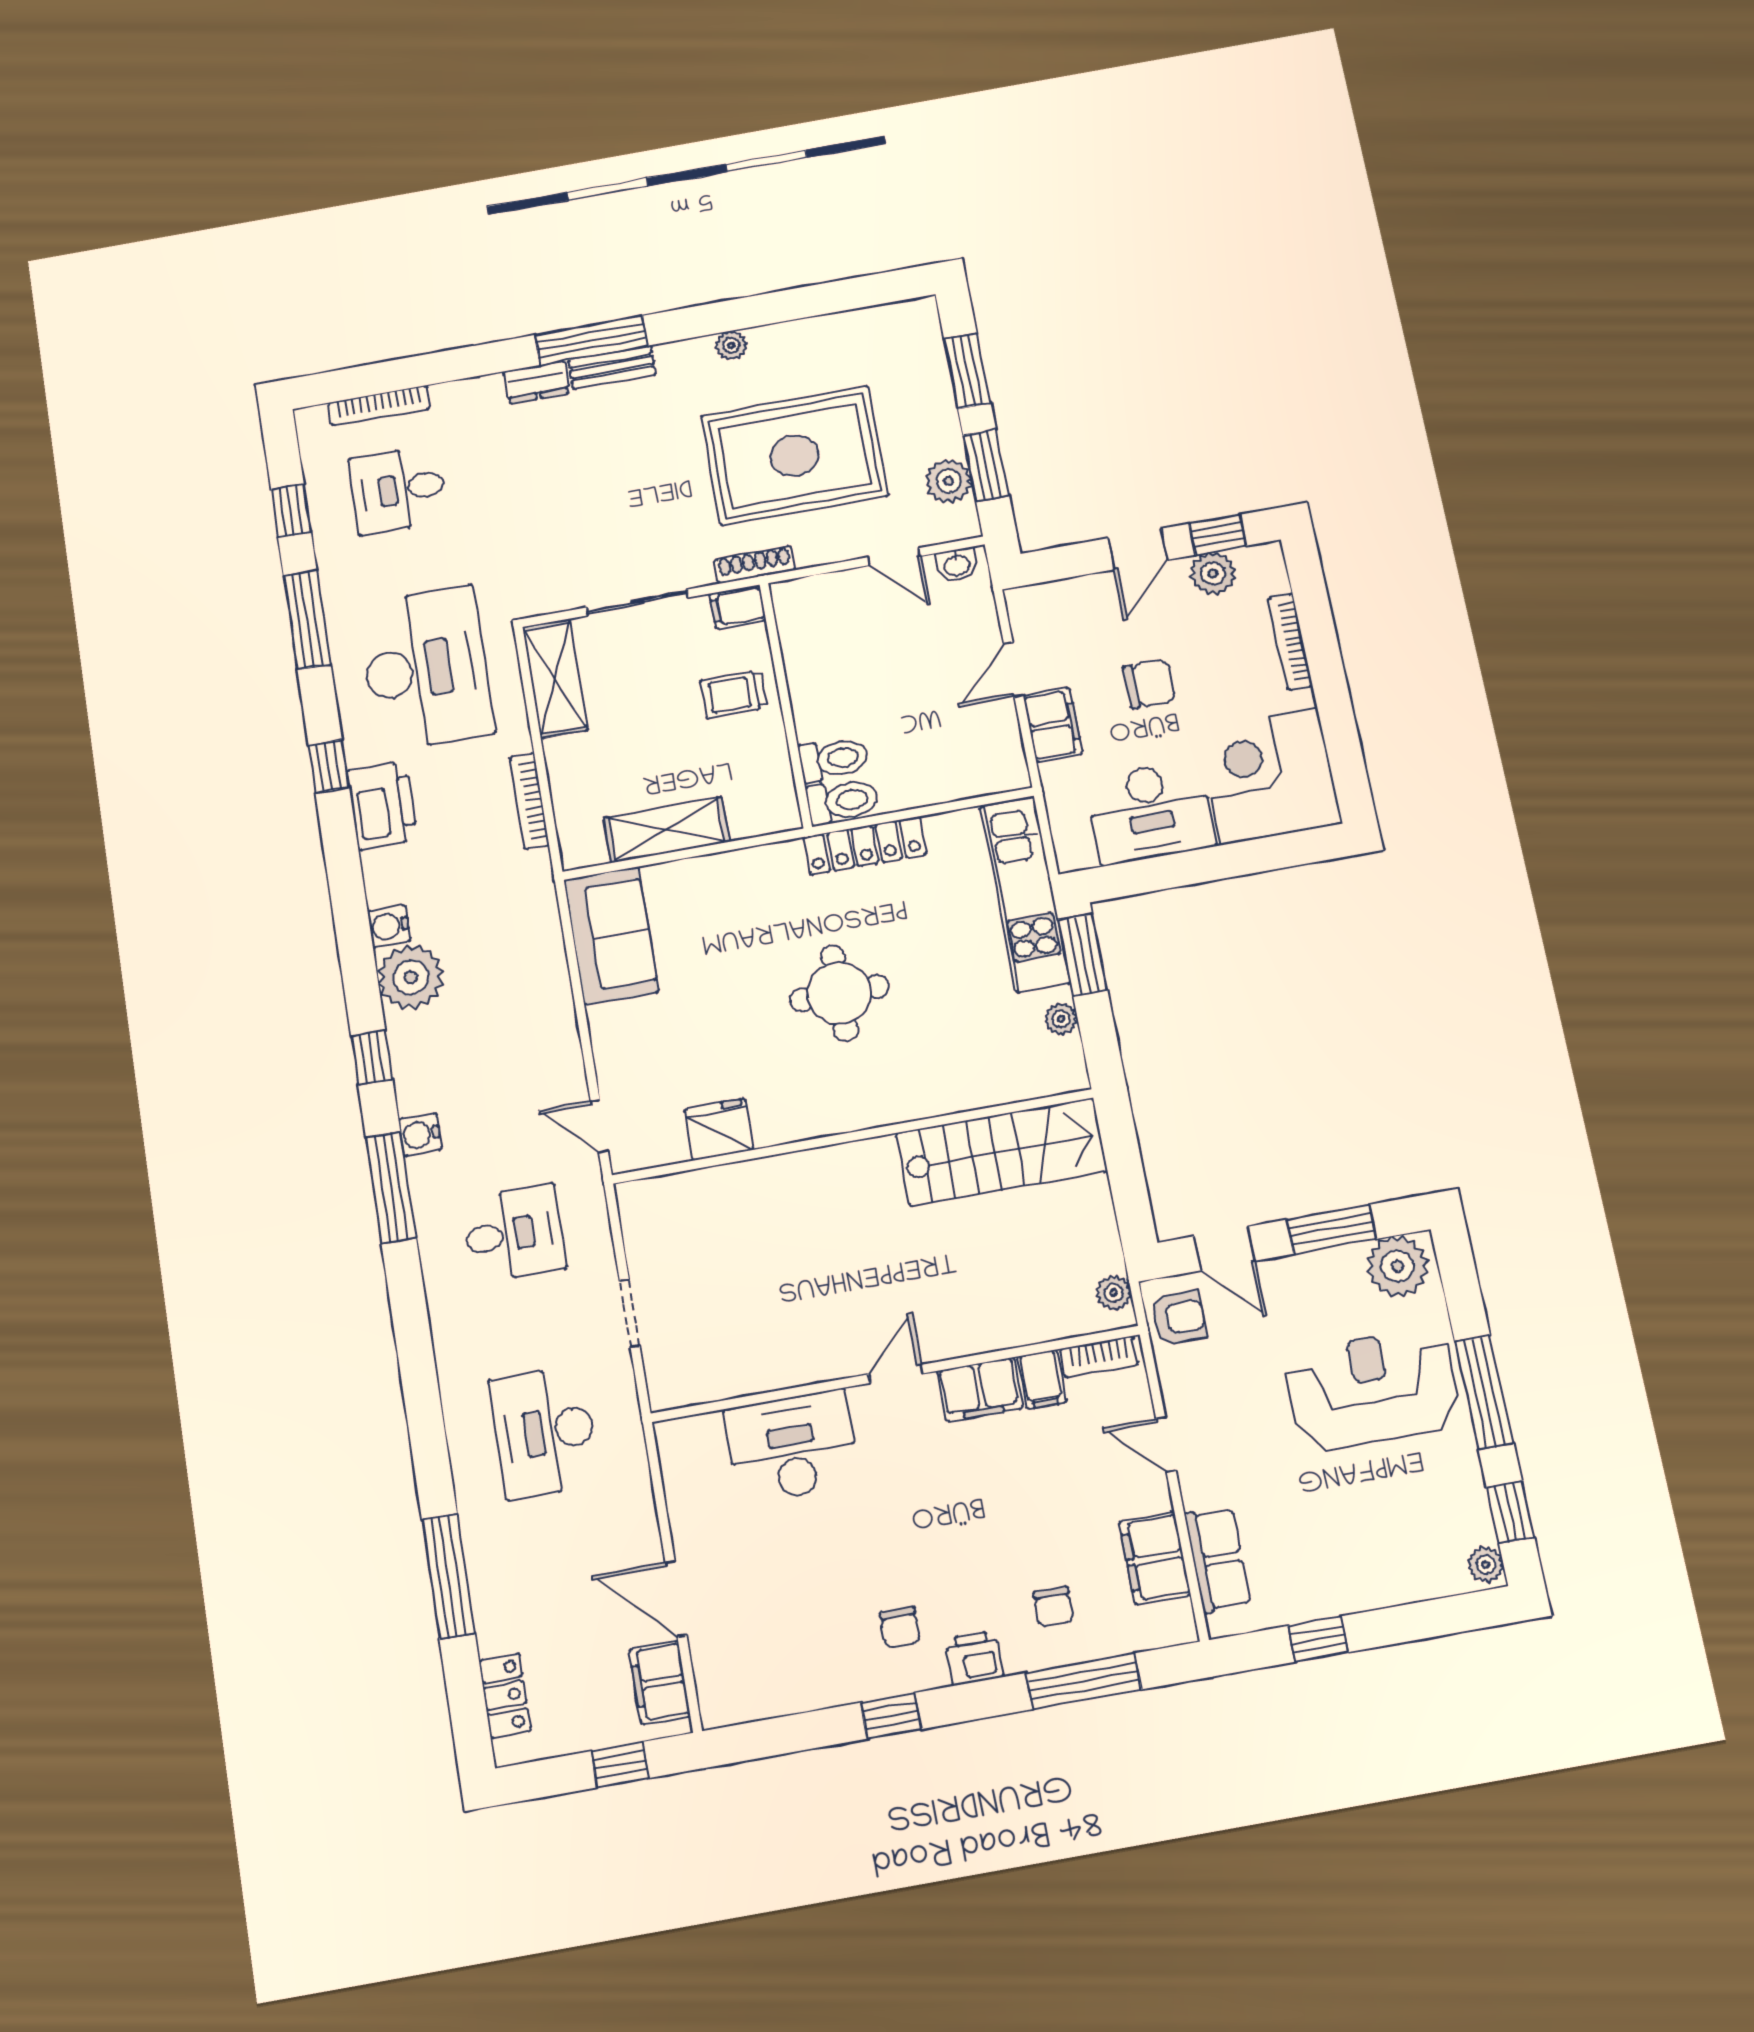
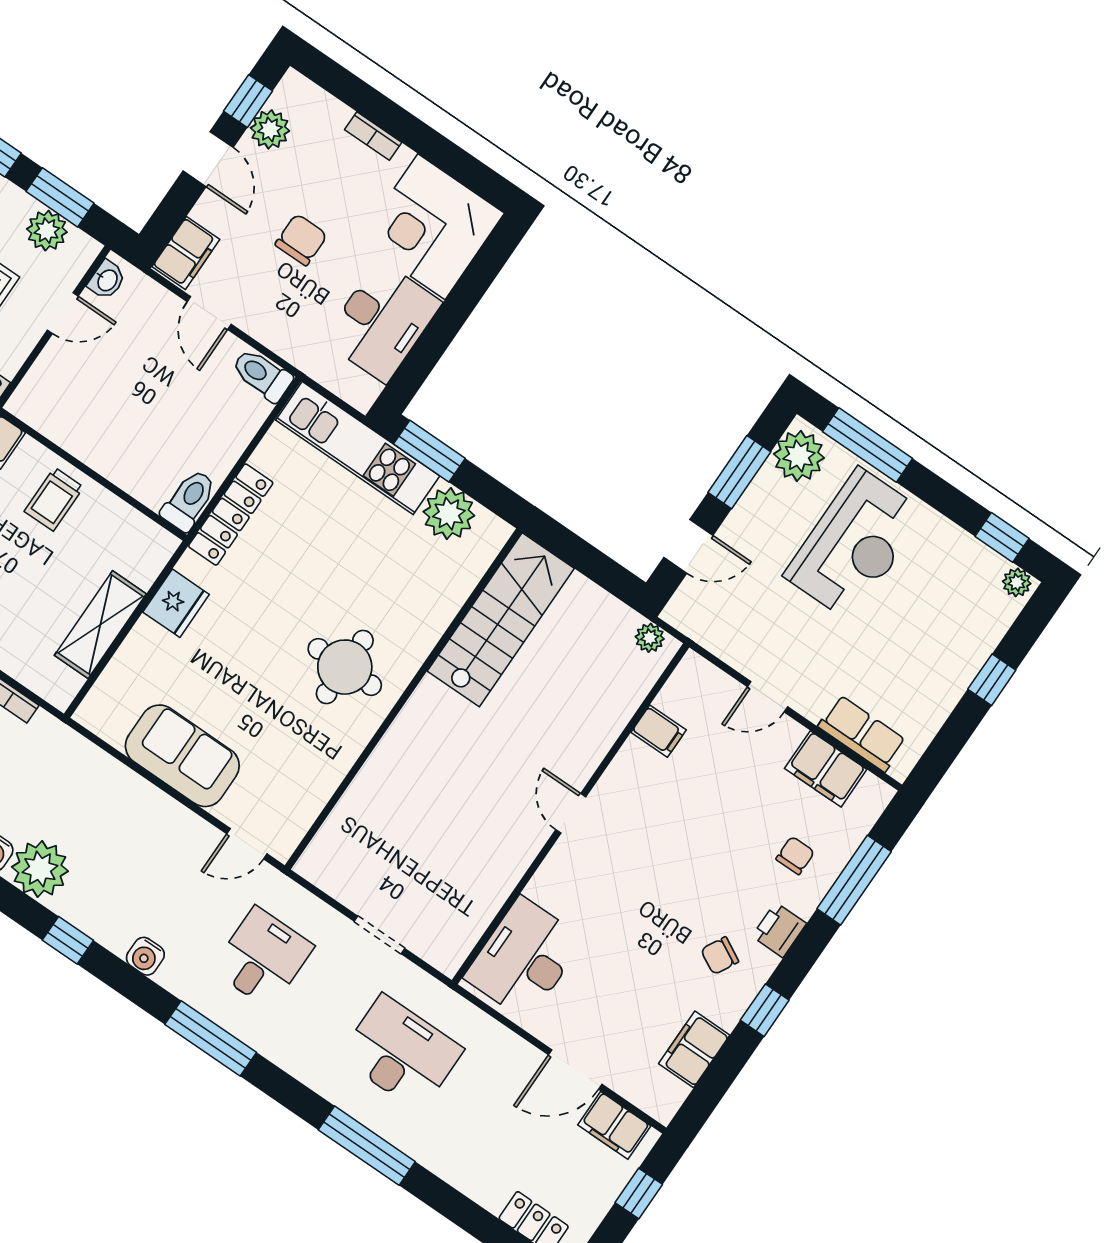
bookcase: (1290, 642) -> (373, 136), width x0.64
filing cabinet: (1053, 725) -> (186, 253), moved, turned 90
toilet: (834, 759) -> (262, 375), moved, turned -90
sofa: (611, 936) -> (182, 756), moved
round table: (839, 993) -> (345, 667), moved
plant: (1061, 1019) -> (449, 514), width x1.88, depth x1.88
fridge: (719, 1129) -> (176, 603), moved, turned 180
window: (391, 1187) -> (211, 1038), moved
armchair: (1178, 1318) -> (702, 615), removed
bookcase: (1099, 1357) -> (679, 684), removed
reception desk: (1372, 1389) -> (855, 544), turned 180
filing cabinet: (980, 1390) -> (694, 1049), moved, turned 180
window: (1484, 1392) -> (868, 445), moved
desk: (545, 1432) -> (401, 1053), turned 180
desk: (792, 1447) -> (524, 958), moved
window: (448, 1576) -> (367, 1146), moved
chair: (1053, 1607) -> (795, 855), turned -91
chair: (900, 1627) -> (720, 956), turned 118
window: (1318, 1639) -> (992, 680), moved

